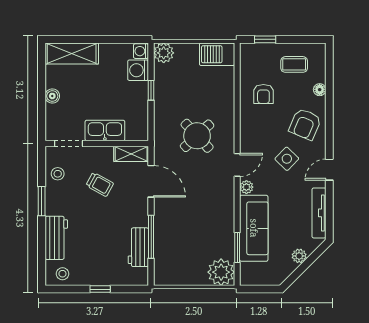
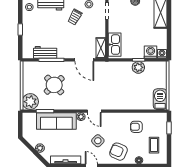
plant: (164, 53) -> (138, 67), moved
kitchen sink: (105, 131) -> (115, 45), moved
round table: (197, 136) -> (54, 85), moved
door: (151, 181) -> (84, 60), hinge flipped
trolley: (100, 184) -> (75, 17), moved

